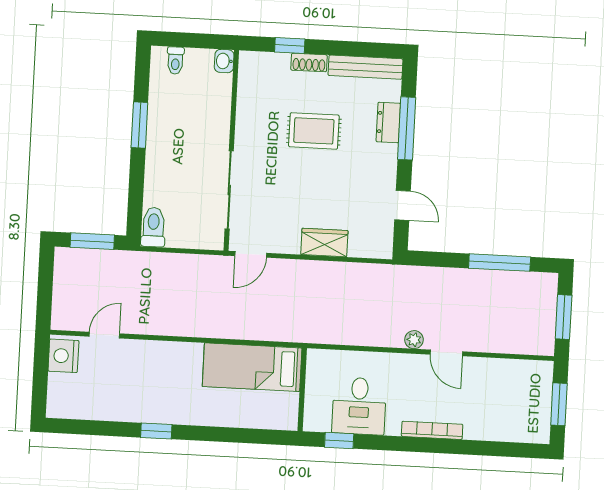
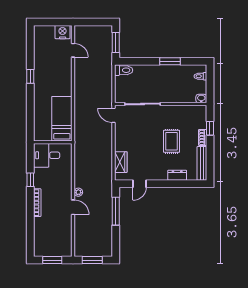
window: (407, 128) -> (175, 184), removed
wardrobe: (324, 242) -> (121, 162), moved
window: (500, 263) -> (116, 211), moved
door: (446, 353) -> (73, 207), swing flipped
desk: (359, 406) -> (47, 155), moved
window: (339, 441) -> (30, 180), moved

